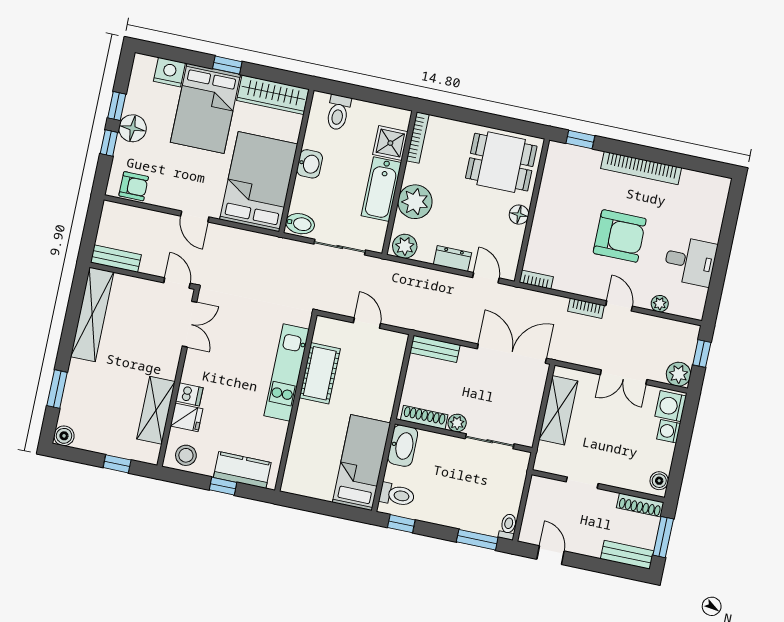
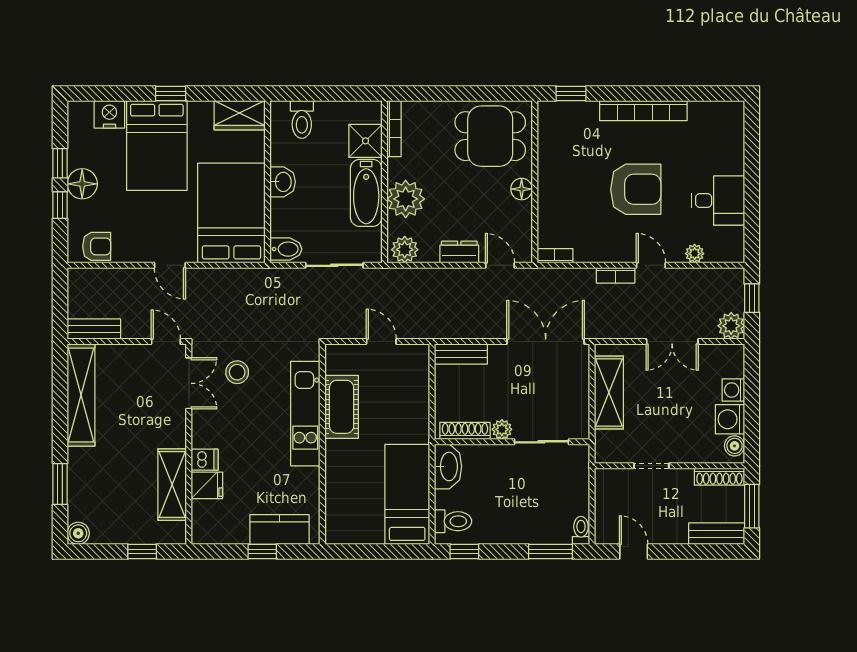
wardrobe: (273, 95) -> (239, 115), width x0.67
washing machine: (671, 406) -> (730, 419), moved
stool: (186, 455) -> (237, 372), moved

